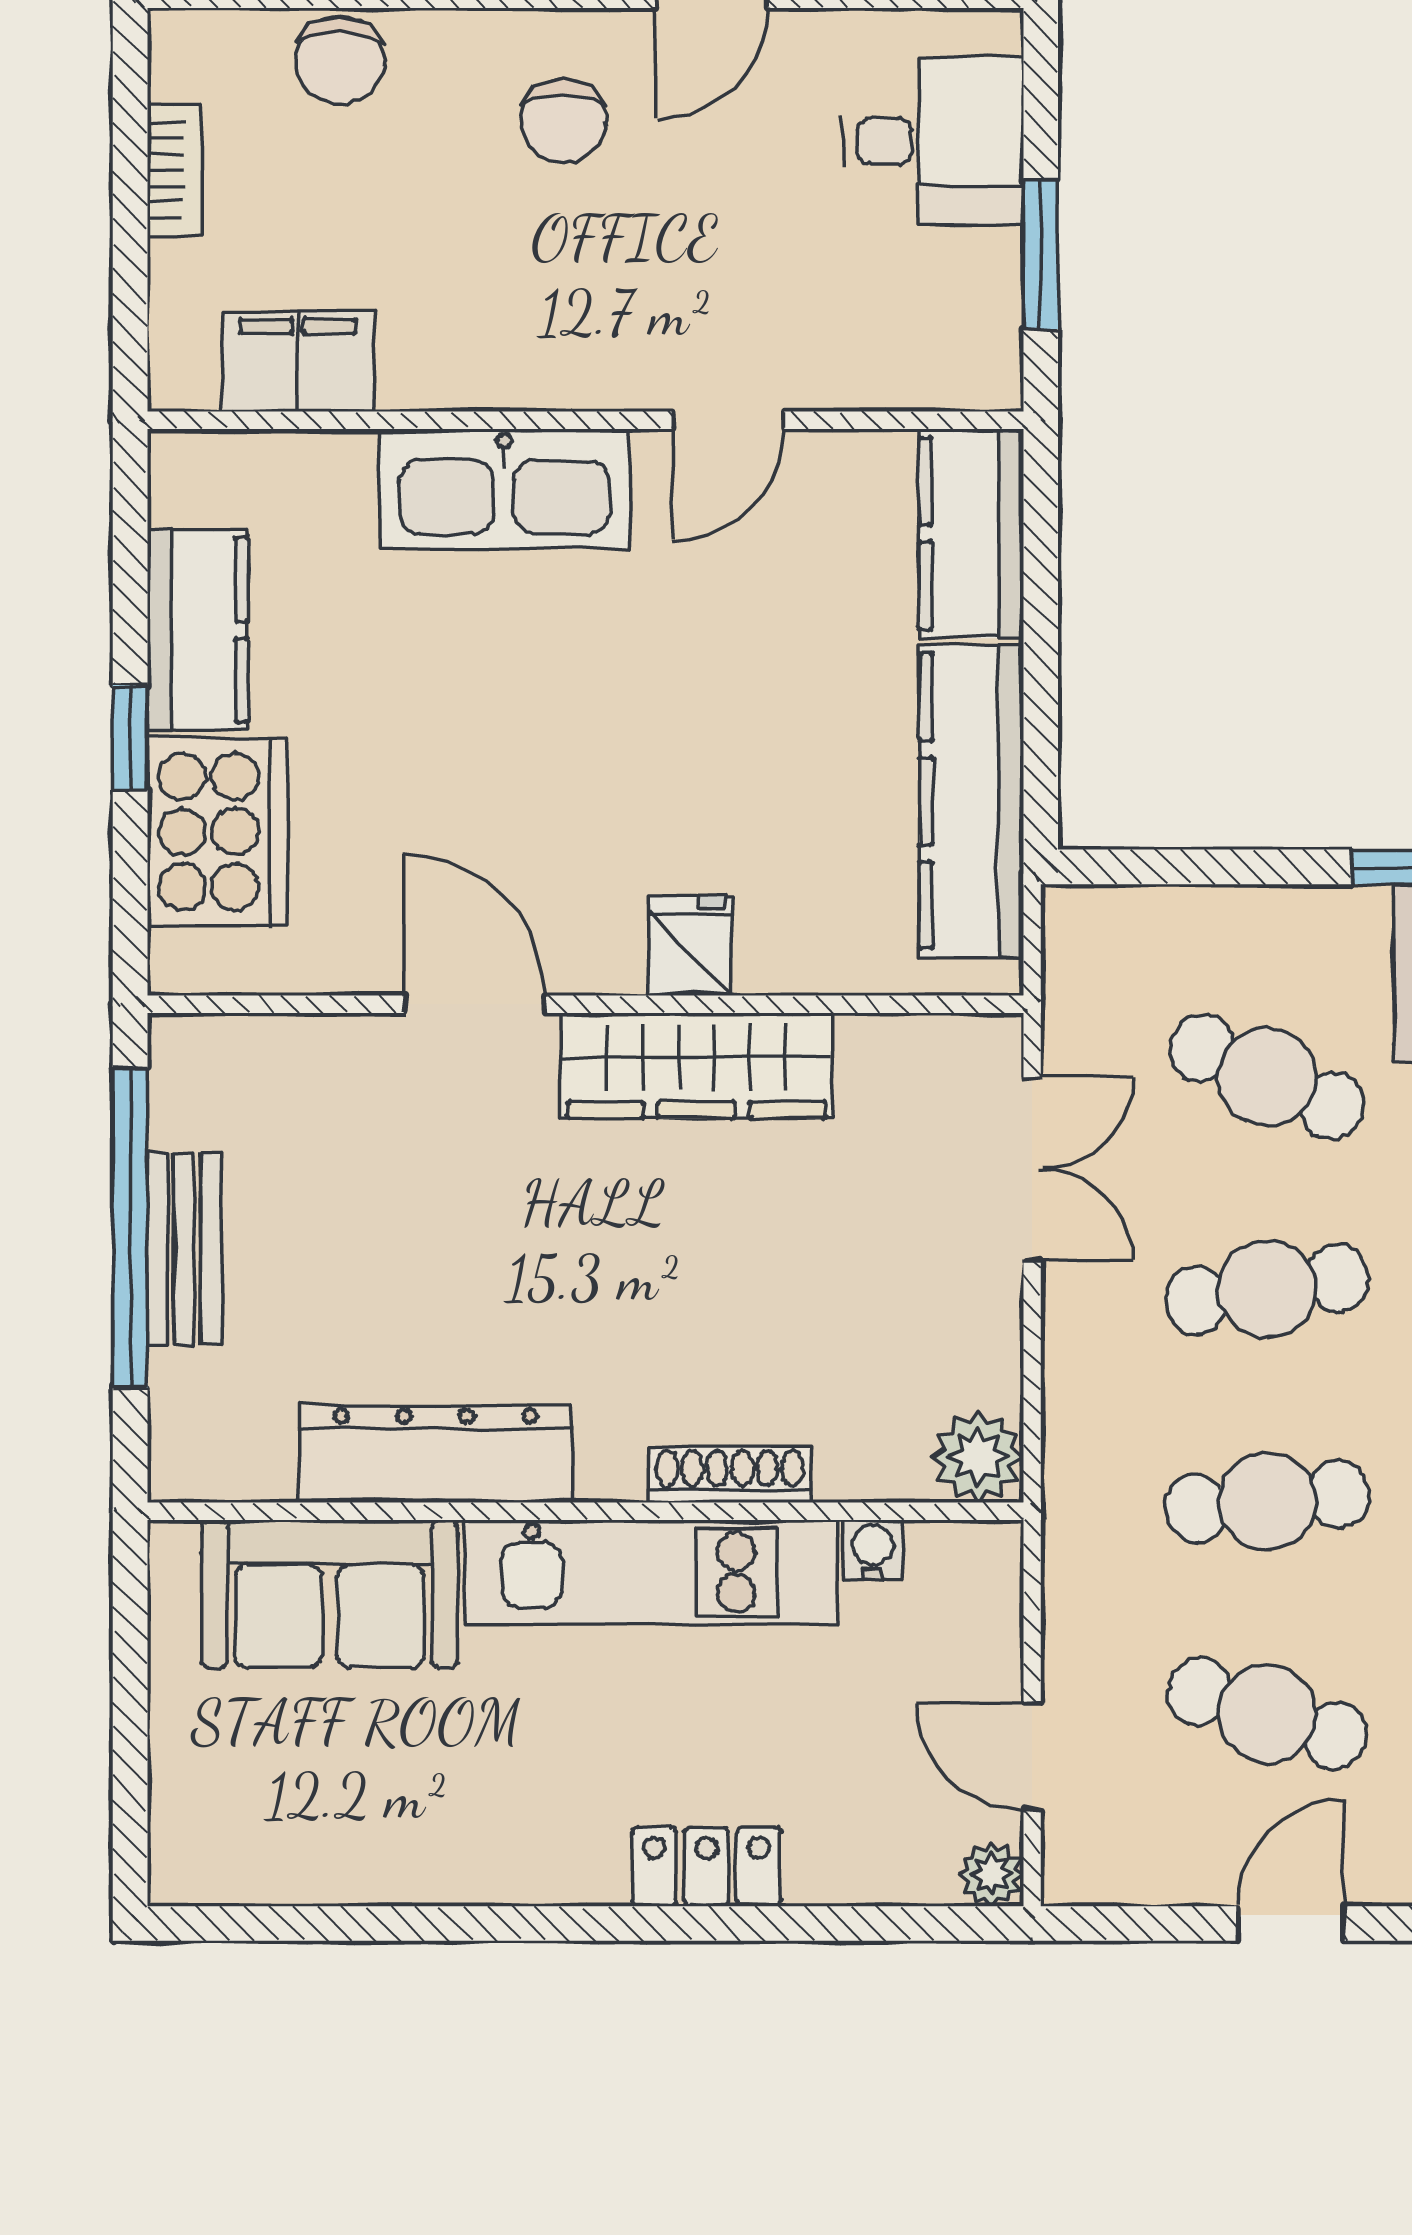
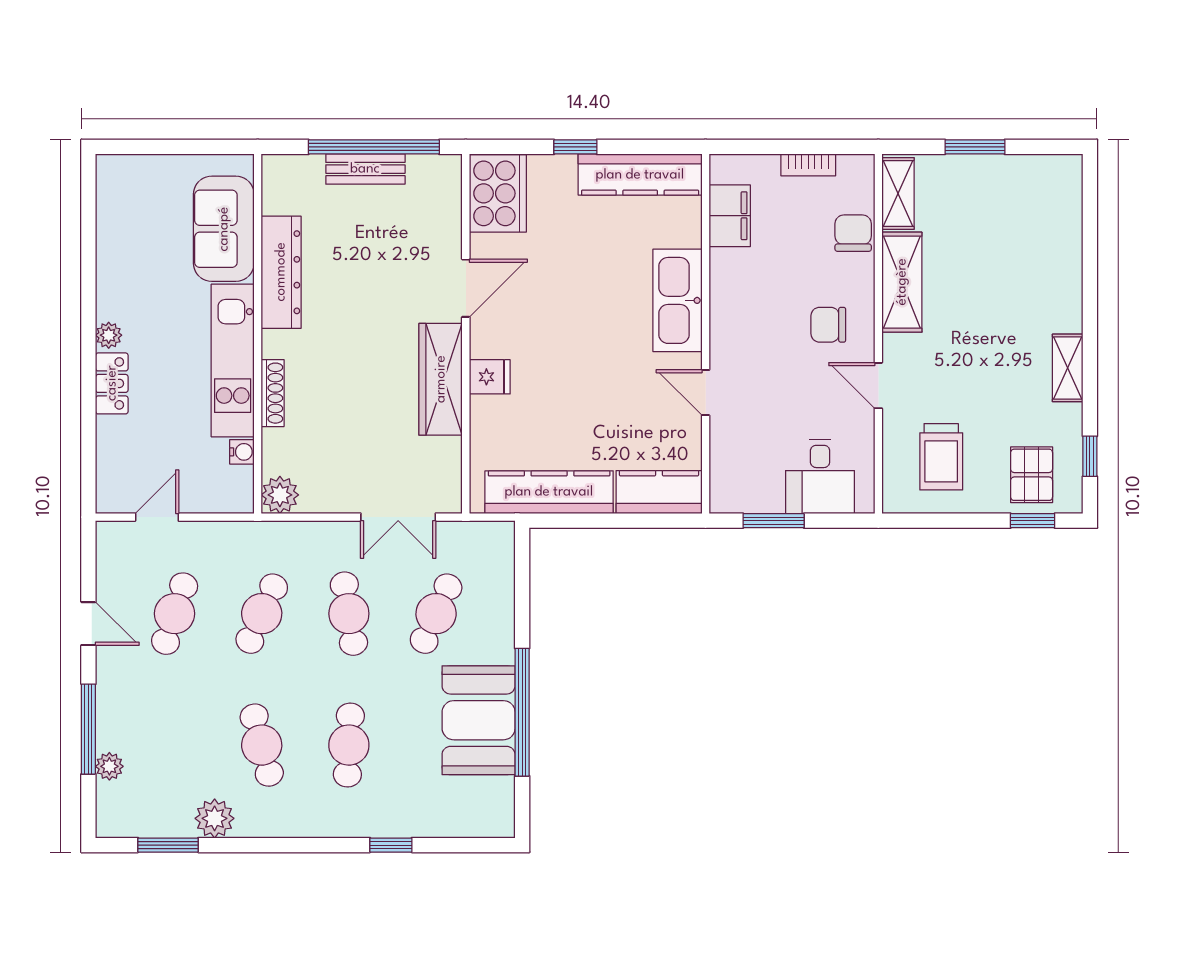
chair: (340, 61) -> (853, 233), turned 90
kitchen counter: (198, 630) -> (640, 175), width x1.50
cooker: (217, 832) -> (498, 193), moved, turned -90
cafe table: (1267, 1501) -> (262, 614), turned 30
plant: (991, 1874) -> (109, 335), moved

